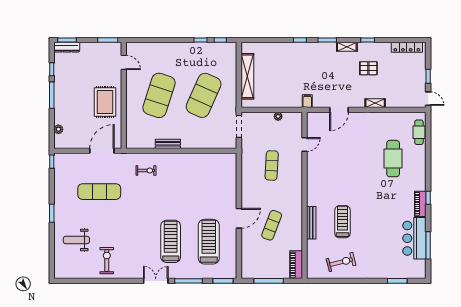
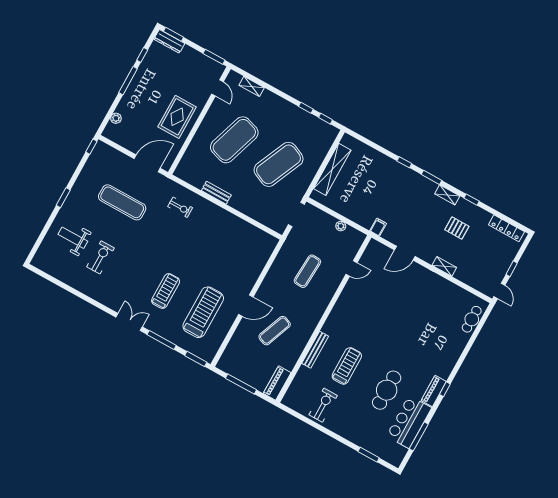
shelving: (150, 47) -> (252, 86), added
cafe table: (393, 159) -> (387, 390), moved
treadmill: (171, 241) -> (166, 291), width x0.73, depth x0.73
exercise bike: (107, 261) -> (101, 257), moved
exercise bike: (341, 262) -> (323, 405), turned -76

